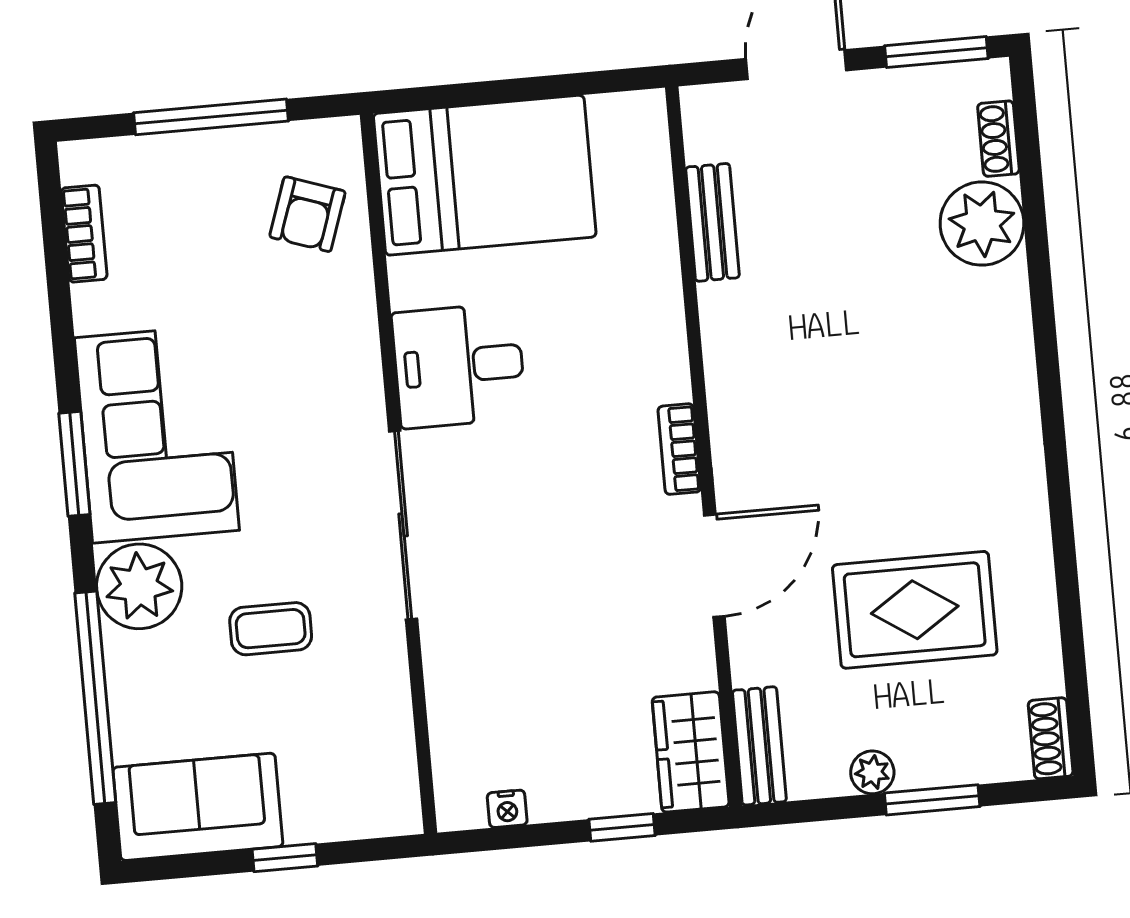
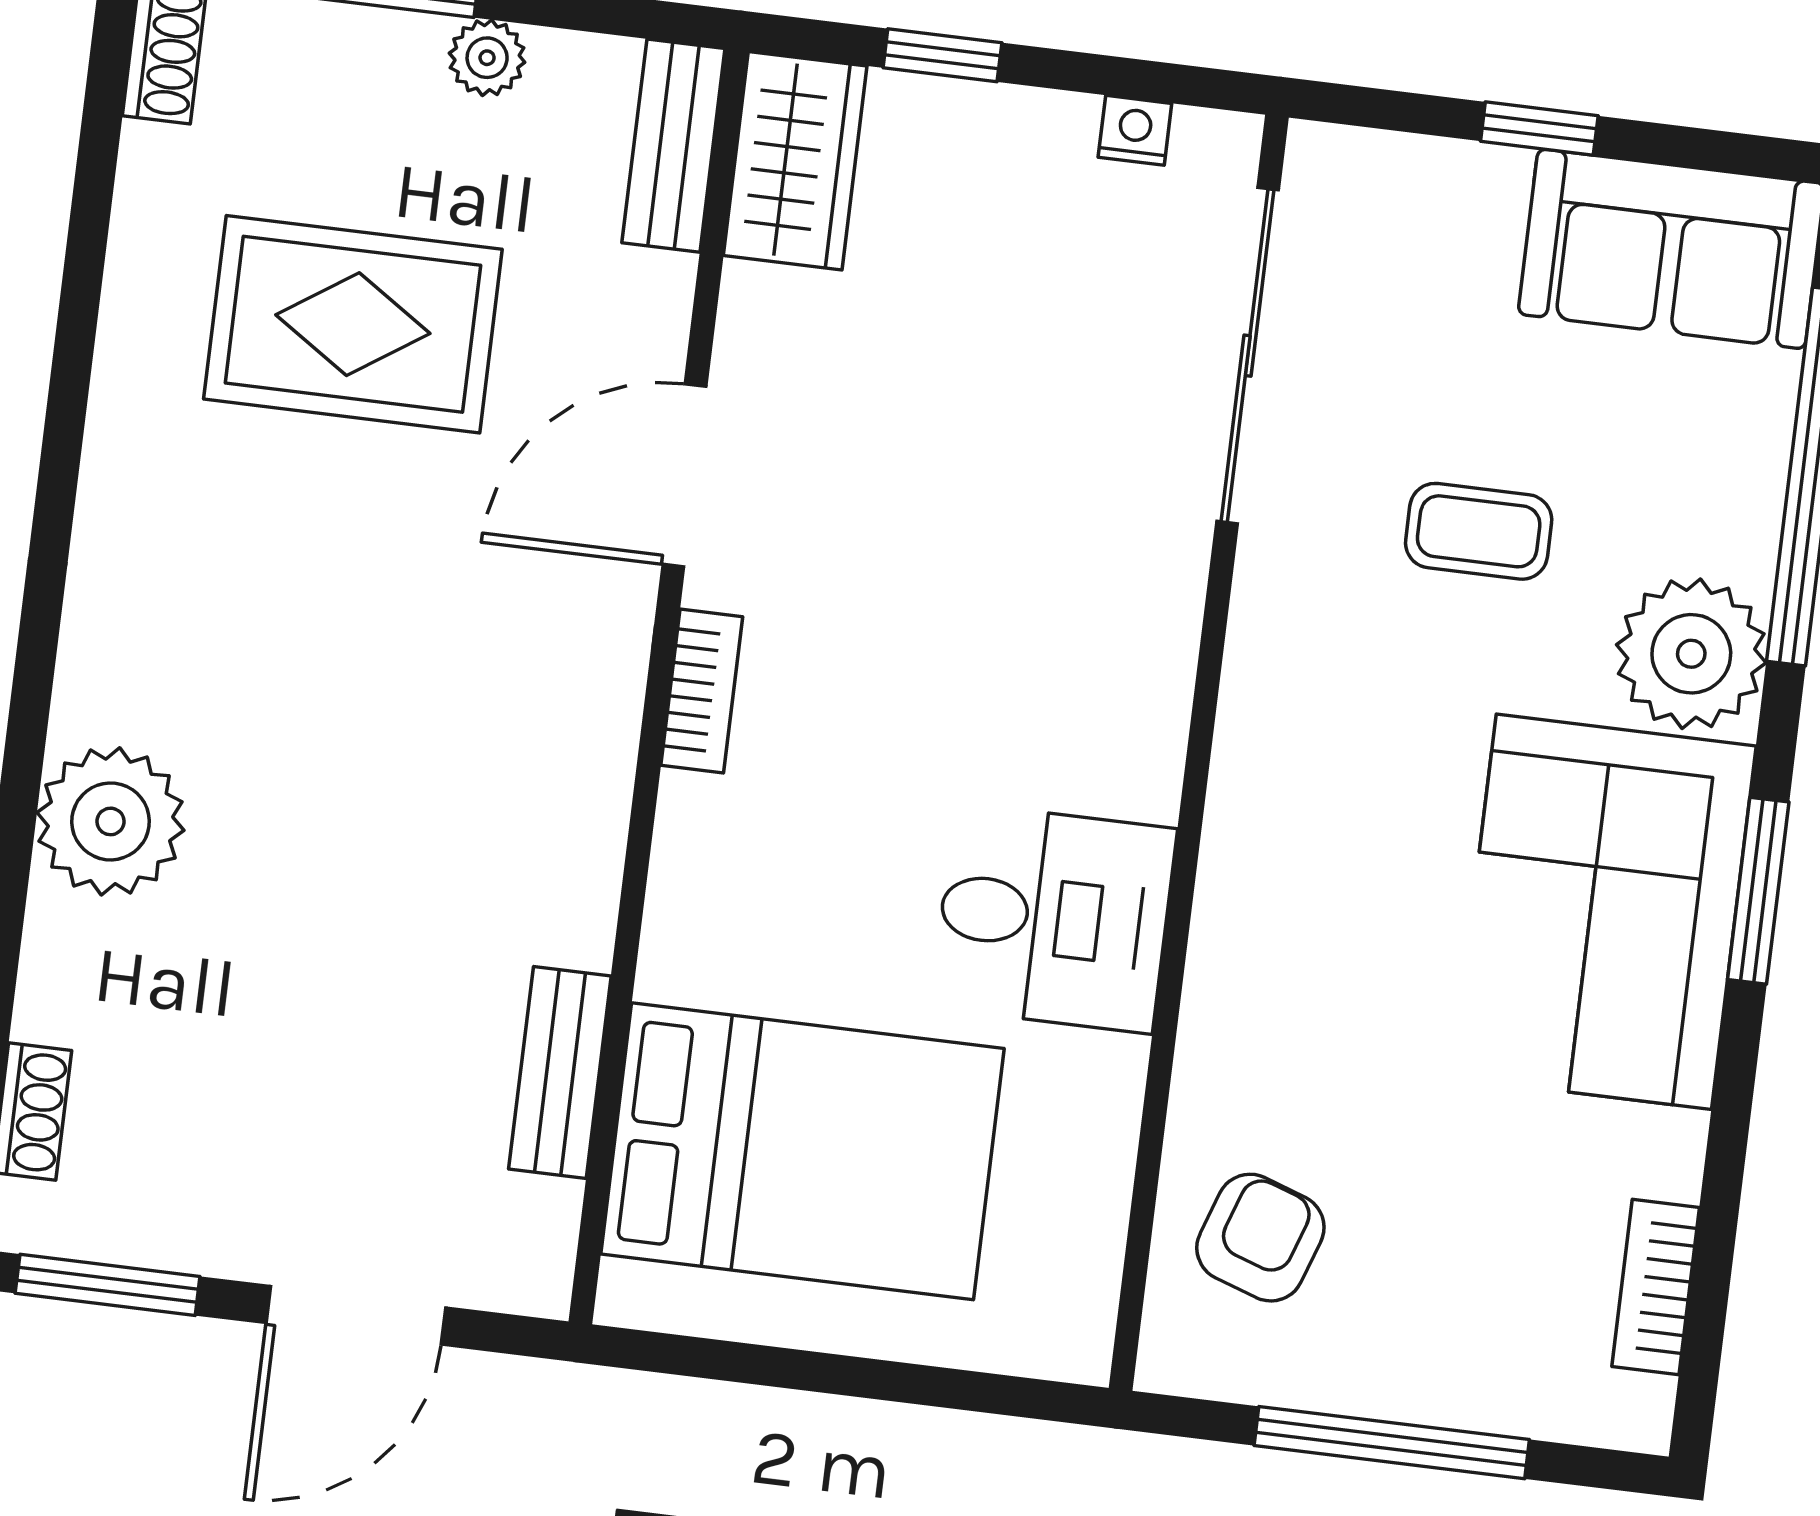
bed: (485, 175) -> (803, 1151), moved, turned 180
plant: (982, 224) -> (111, 821), moved
sliding door: (403, 525) -> (1248, 356), moved

